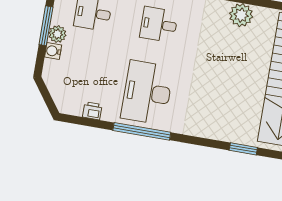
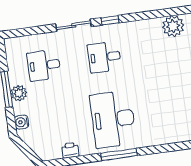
water cooler: (53, 51) -> (22, 122), moved
window: (142, 131) -> (119, 154), width x0.68

